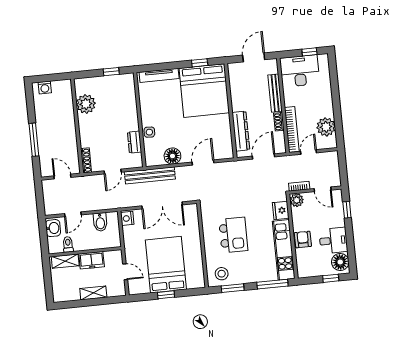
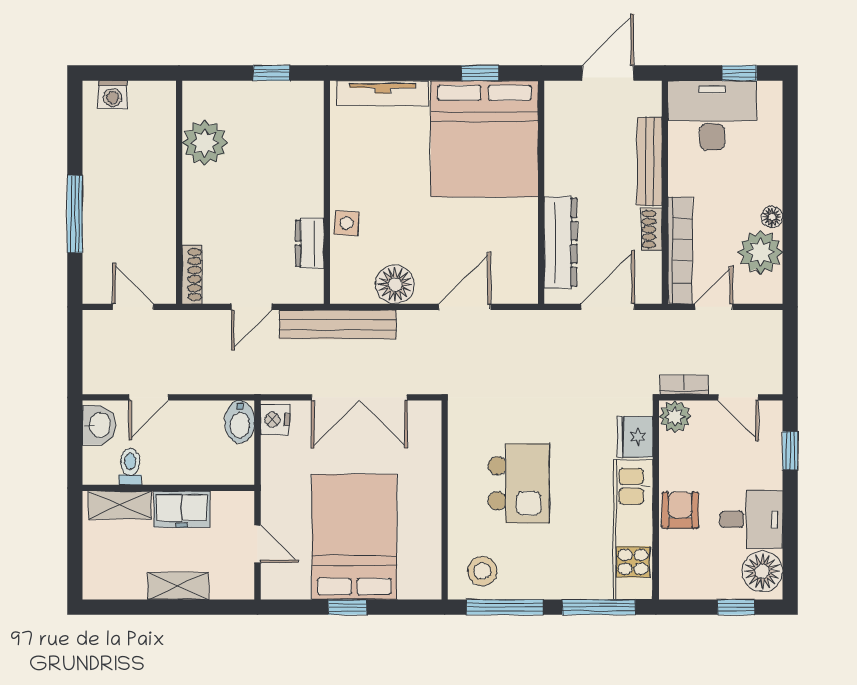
floor lamp: (329, 111) -> (772, 217), added
bidet: (100, 222) -> (240, 422), moved
window: (233, 288) -> (505, 607), width x1.44

